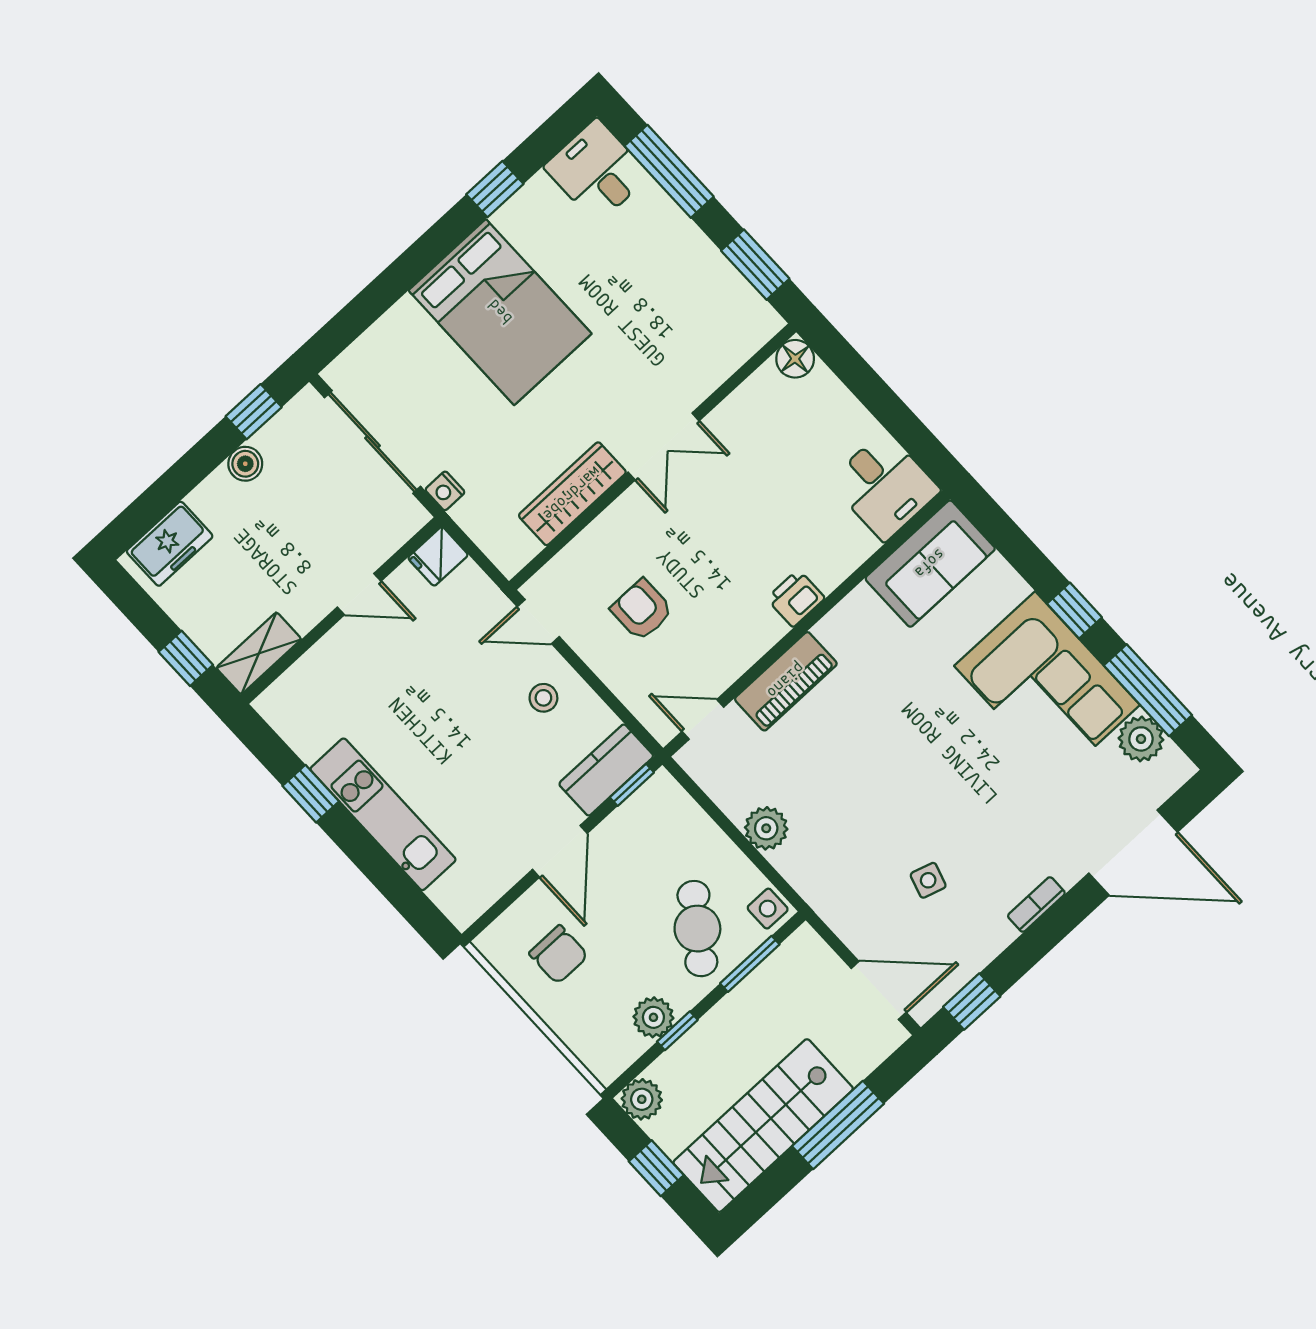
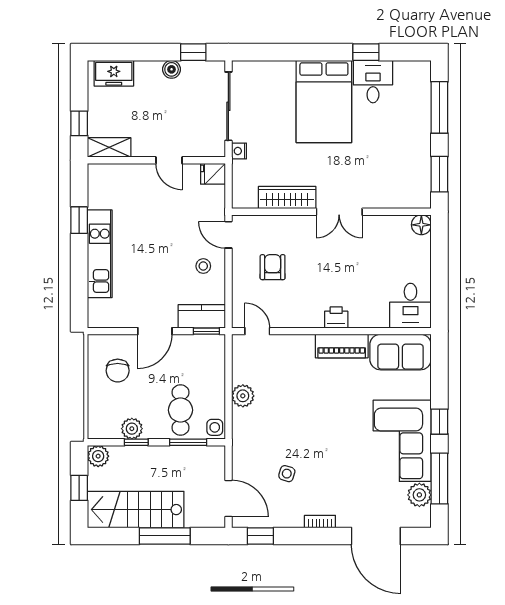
desk: (597, 171) -> (373, 82), moved
piano: (786, 681) -> (342, 346), moved
cafe table: (697, 929) -> (180, 410), turned -36

